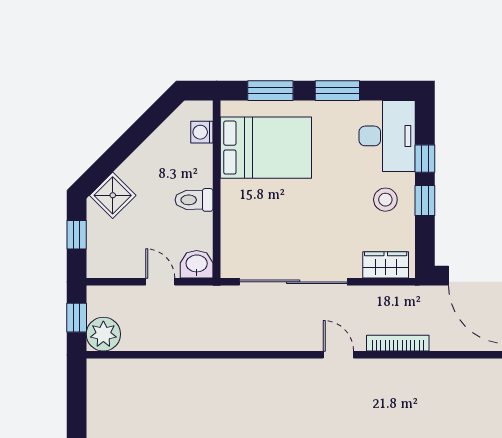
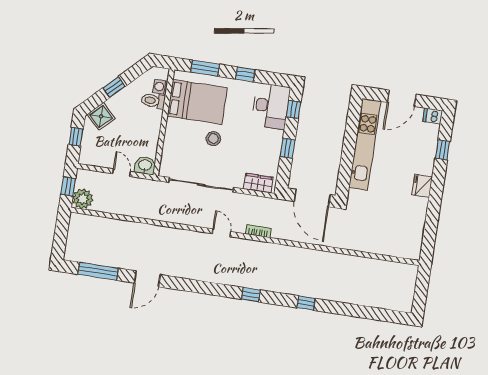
window: (337, 91) -> (245, 74), width x0.67
window: (127, 144) -> (114, 87), added
window: (425, 159) -> (293, 109), moved
toilet: (194, 200) -> (153, 101), moved
stool: (385, 200) -> (213, 139), moved
bookcase: (398, 343) -> (258, 231), width x0.64

